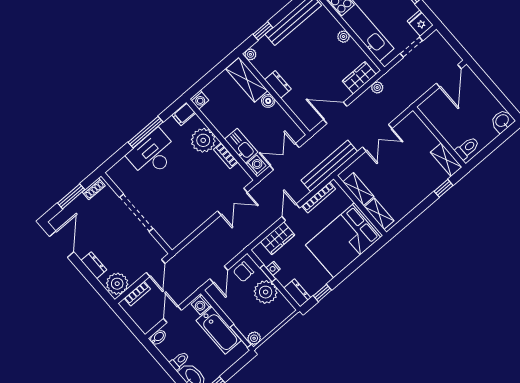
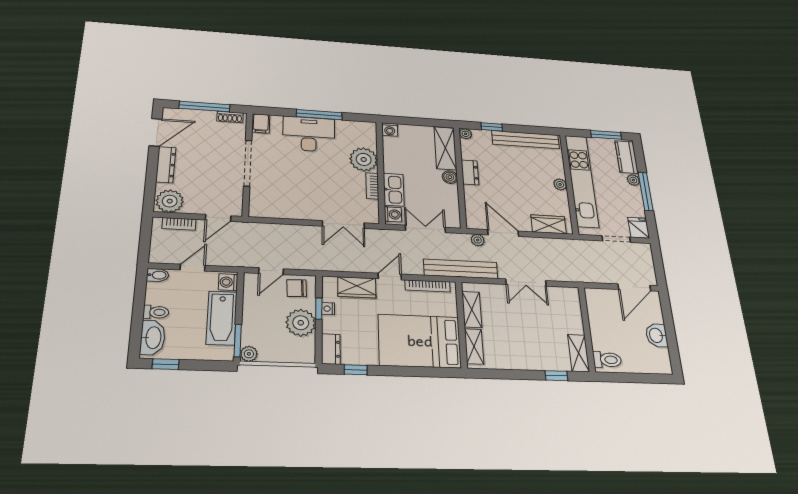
plant: (377, 87) -> (478, 240), moved
filing cabinet: (184, 114) -> (261, 123), moved, turned -90
washbasin: (502, 121) -> (657, 335), moved, turned -90
window: (71, 196) -> (205, 106), width x1.44
dresser: (94, 265) -> (166, 165), width x1.44

